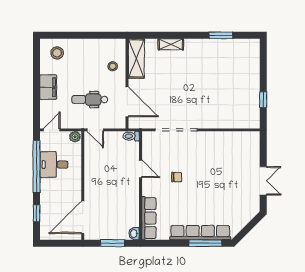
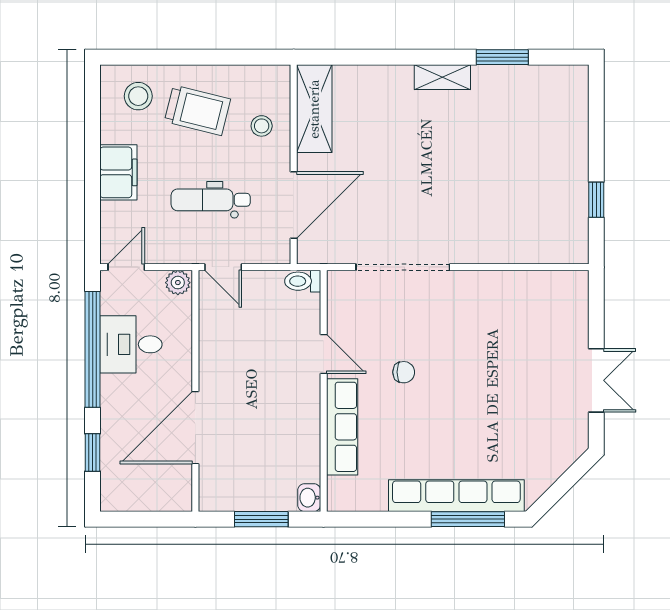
shelving: (171, 44) -> (442, 77), moved
trolley: (84, 59) -> (197, 110), added
door: (127, 102) -> (294, 205), hinge flipped
door: (83, 217) -> (195, 428), moved
row of seats: (149, 218) -> (342, 427), moved

